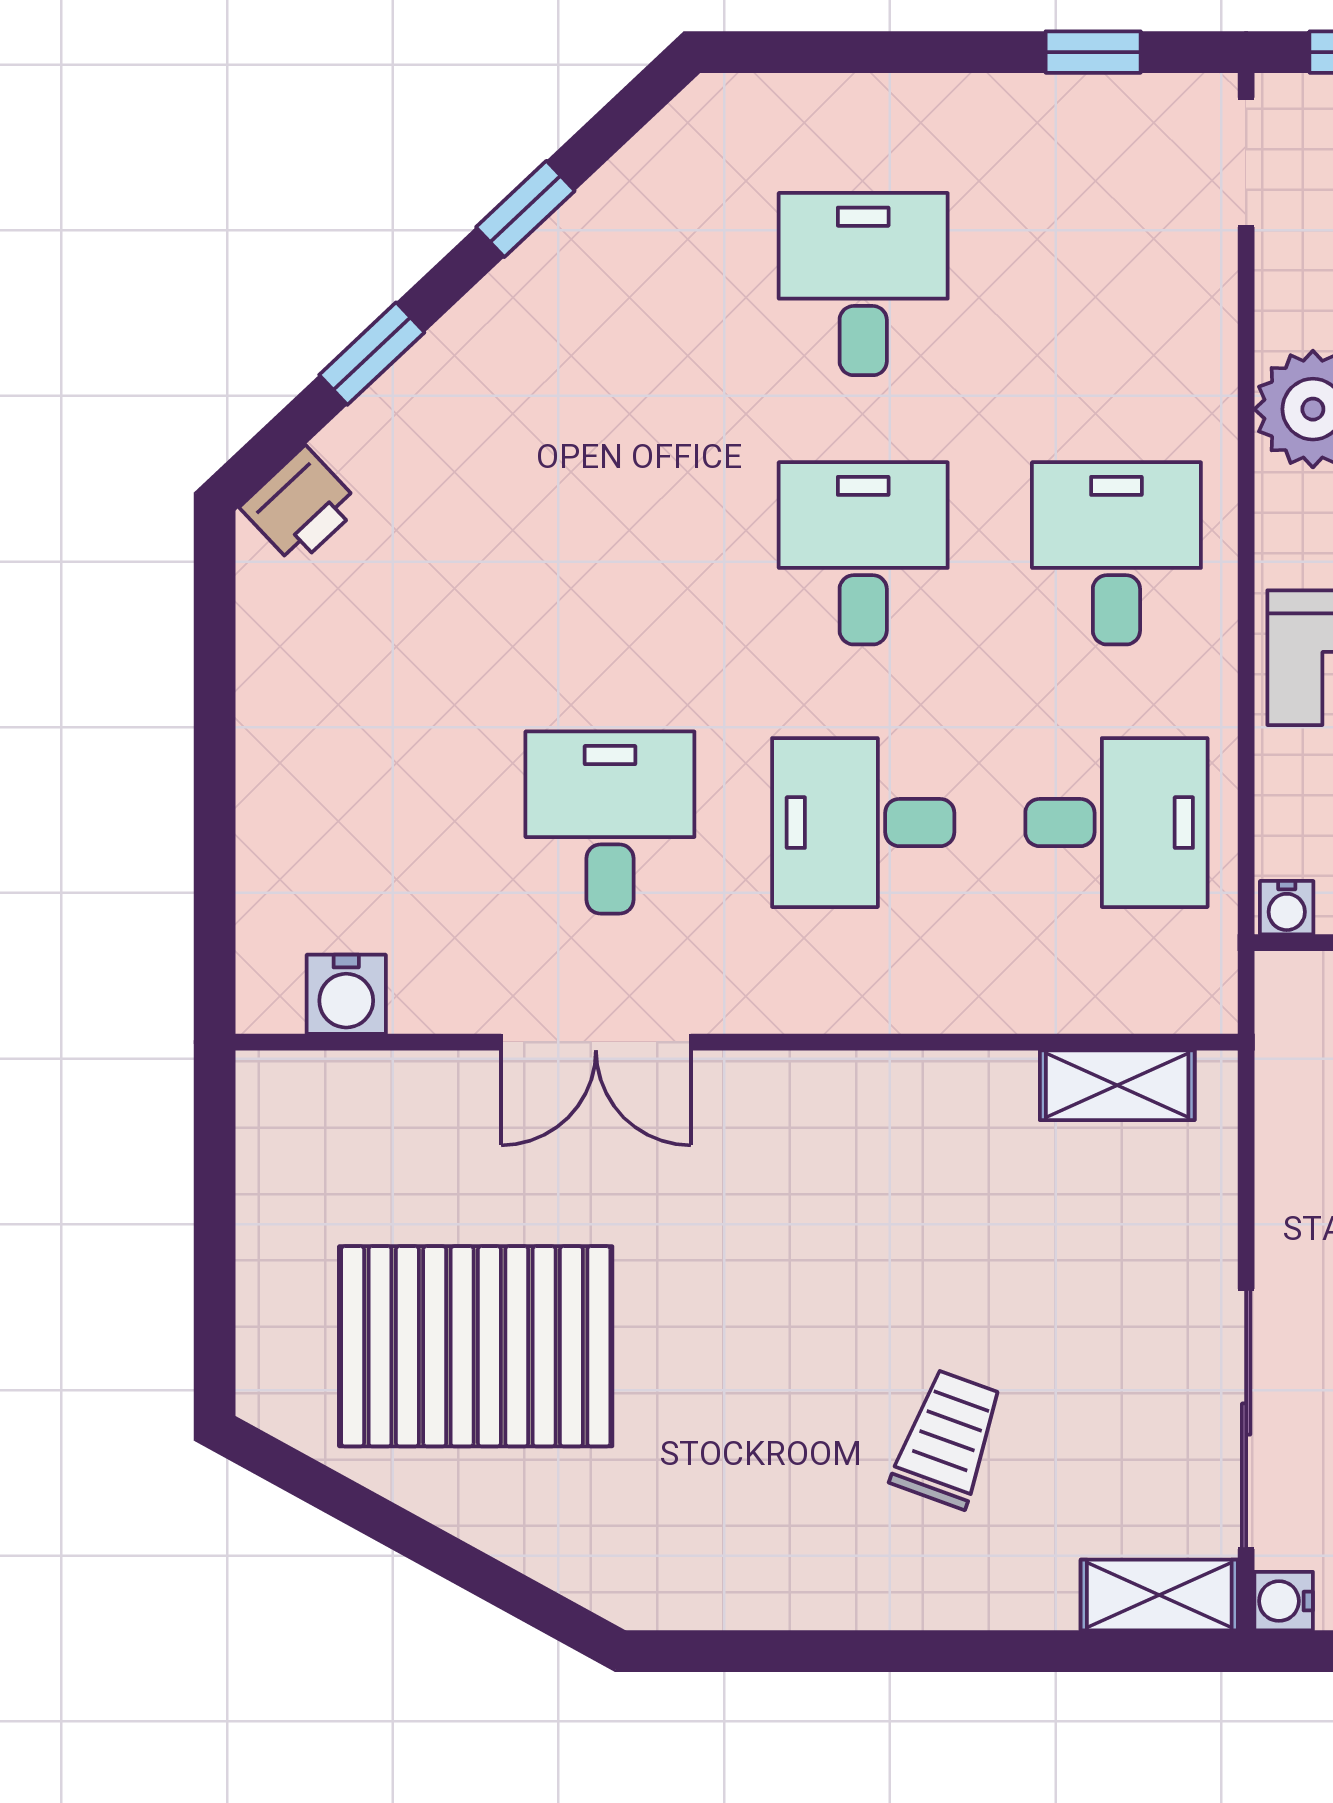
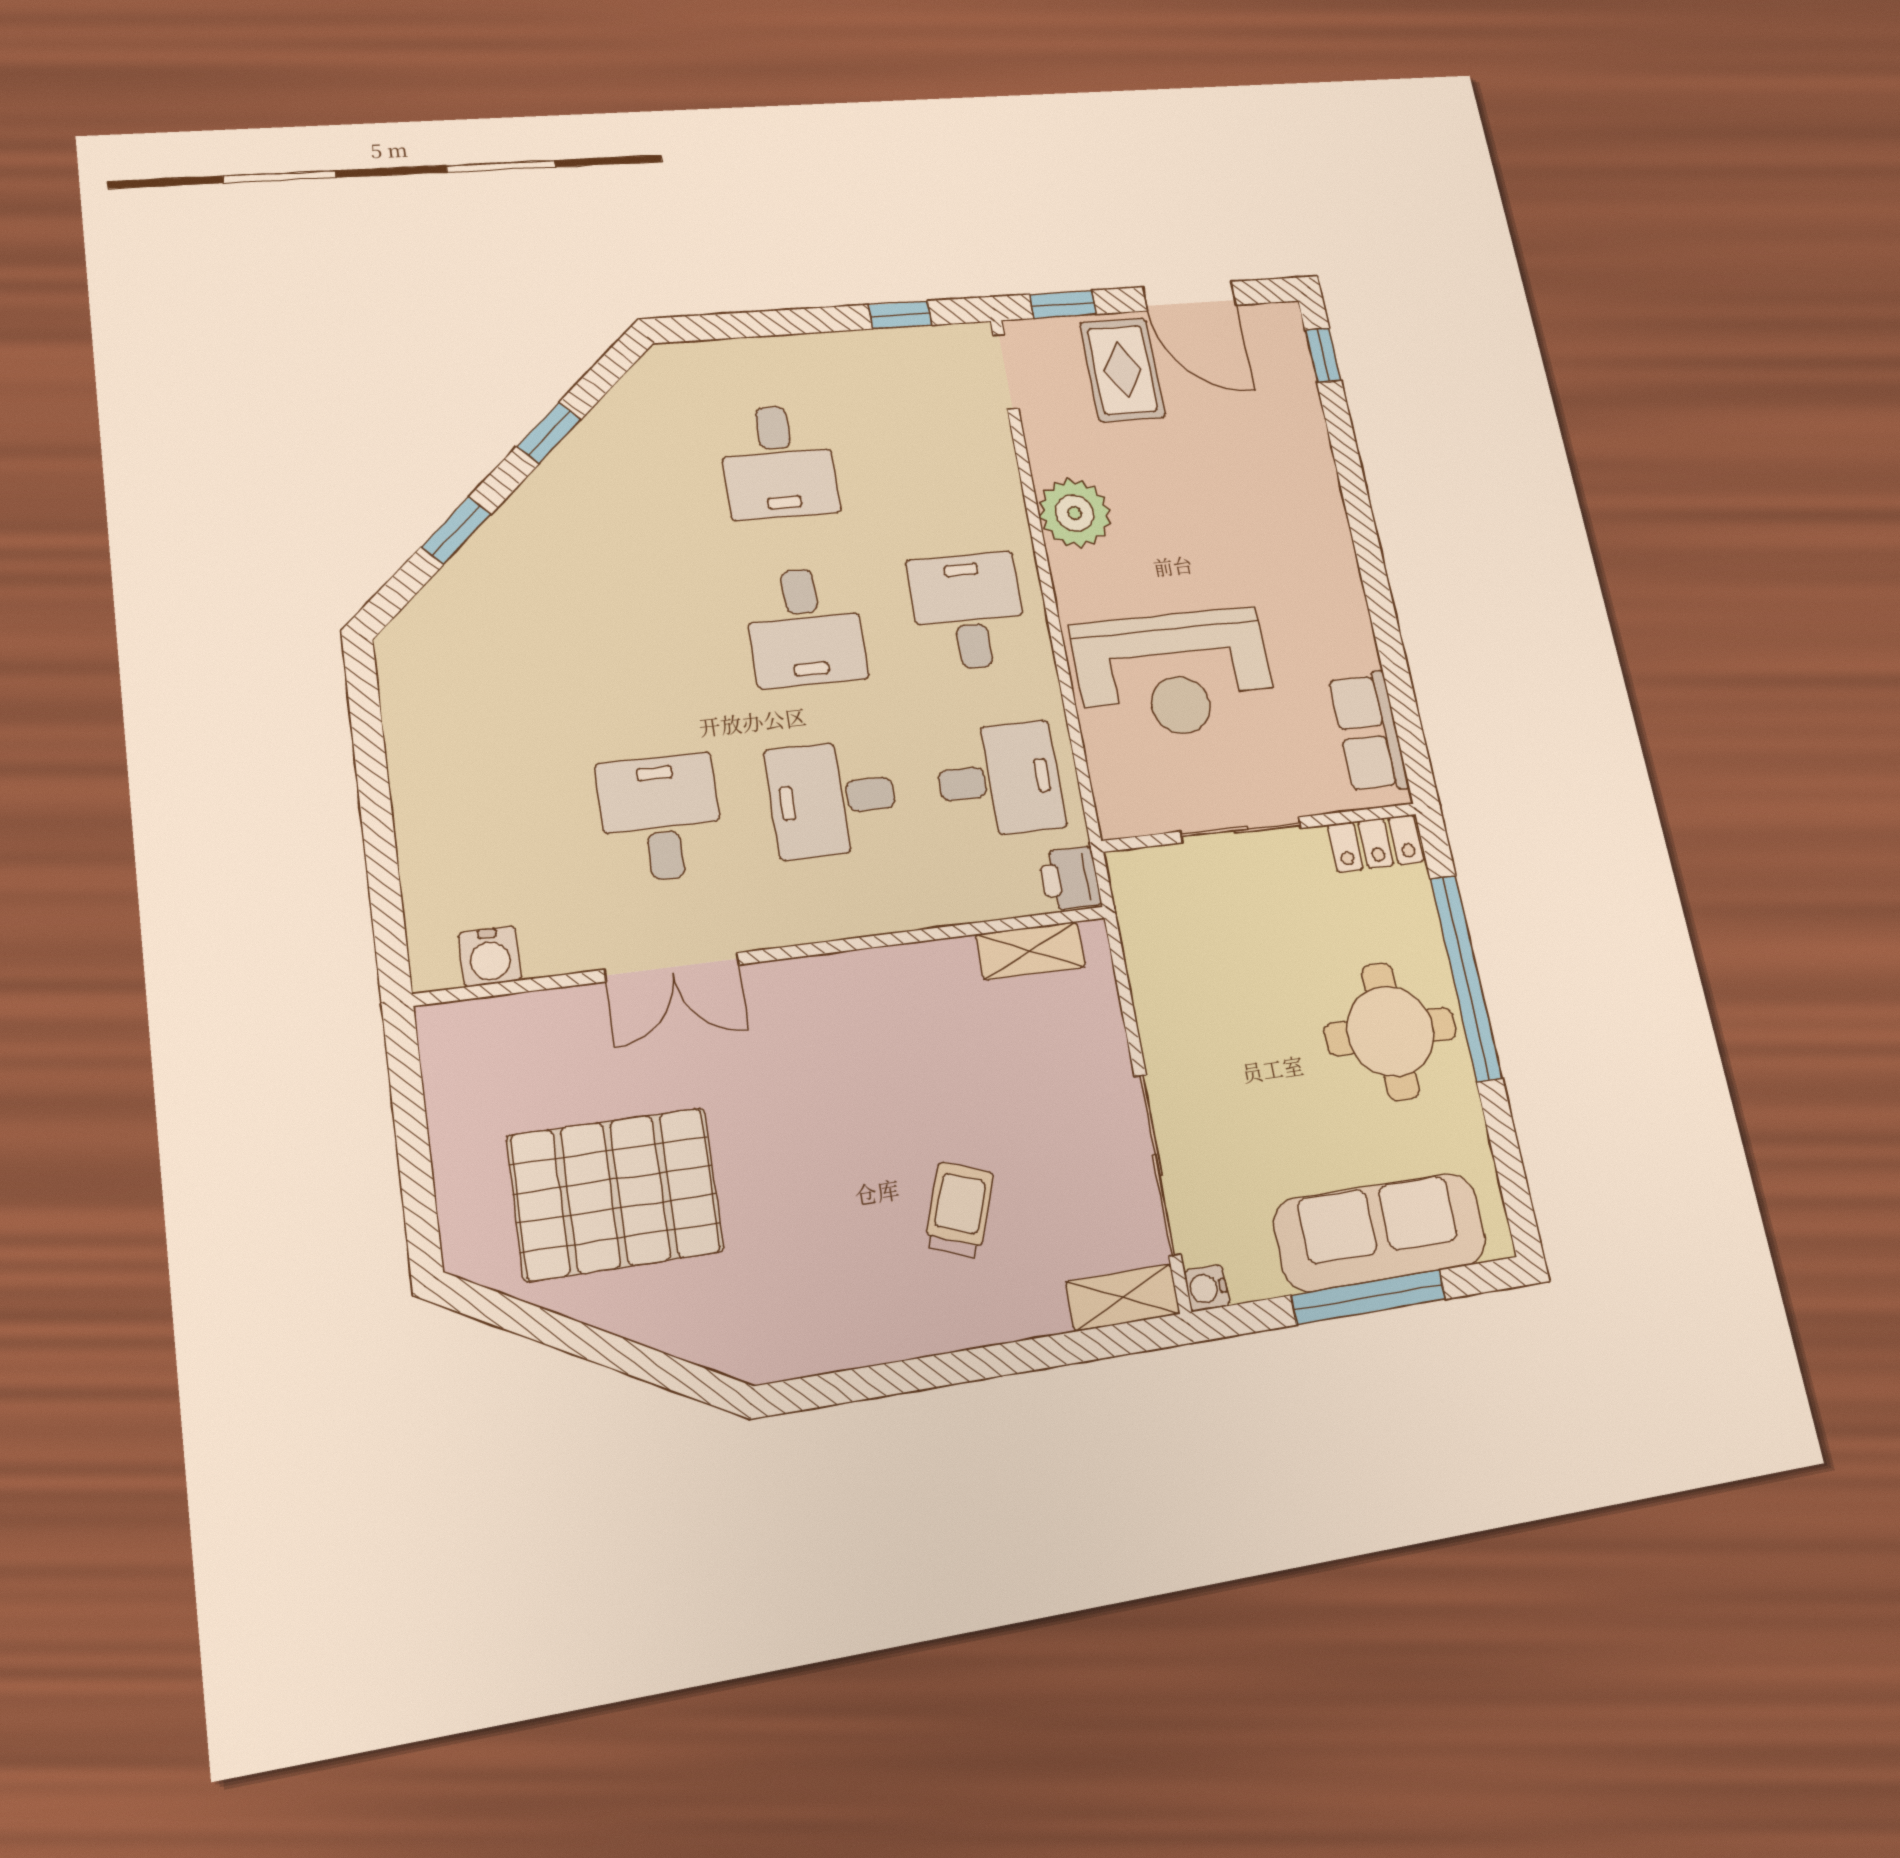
desk: (863, 284) -> (778, 462), turned 180
printer: (301, 506) -> (1070, 878), moved, turned 133
desk: (863, 553) -> (805, 627), turned 180
water cooler: (1287, 908) -> (1118, 822), removed

